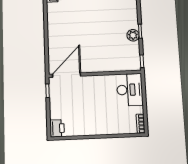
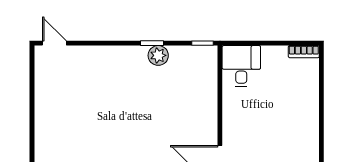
desk: (130, 90) -> (241, 66), width x0.73

